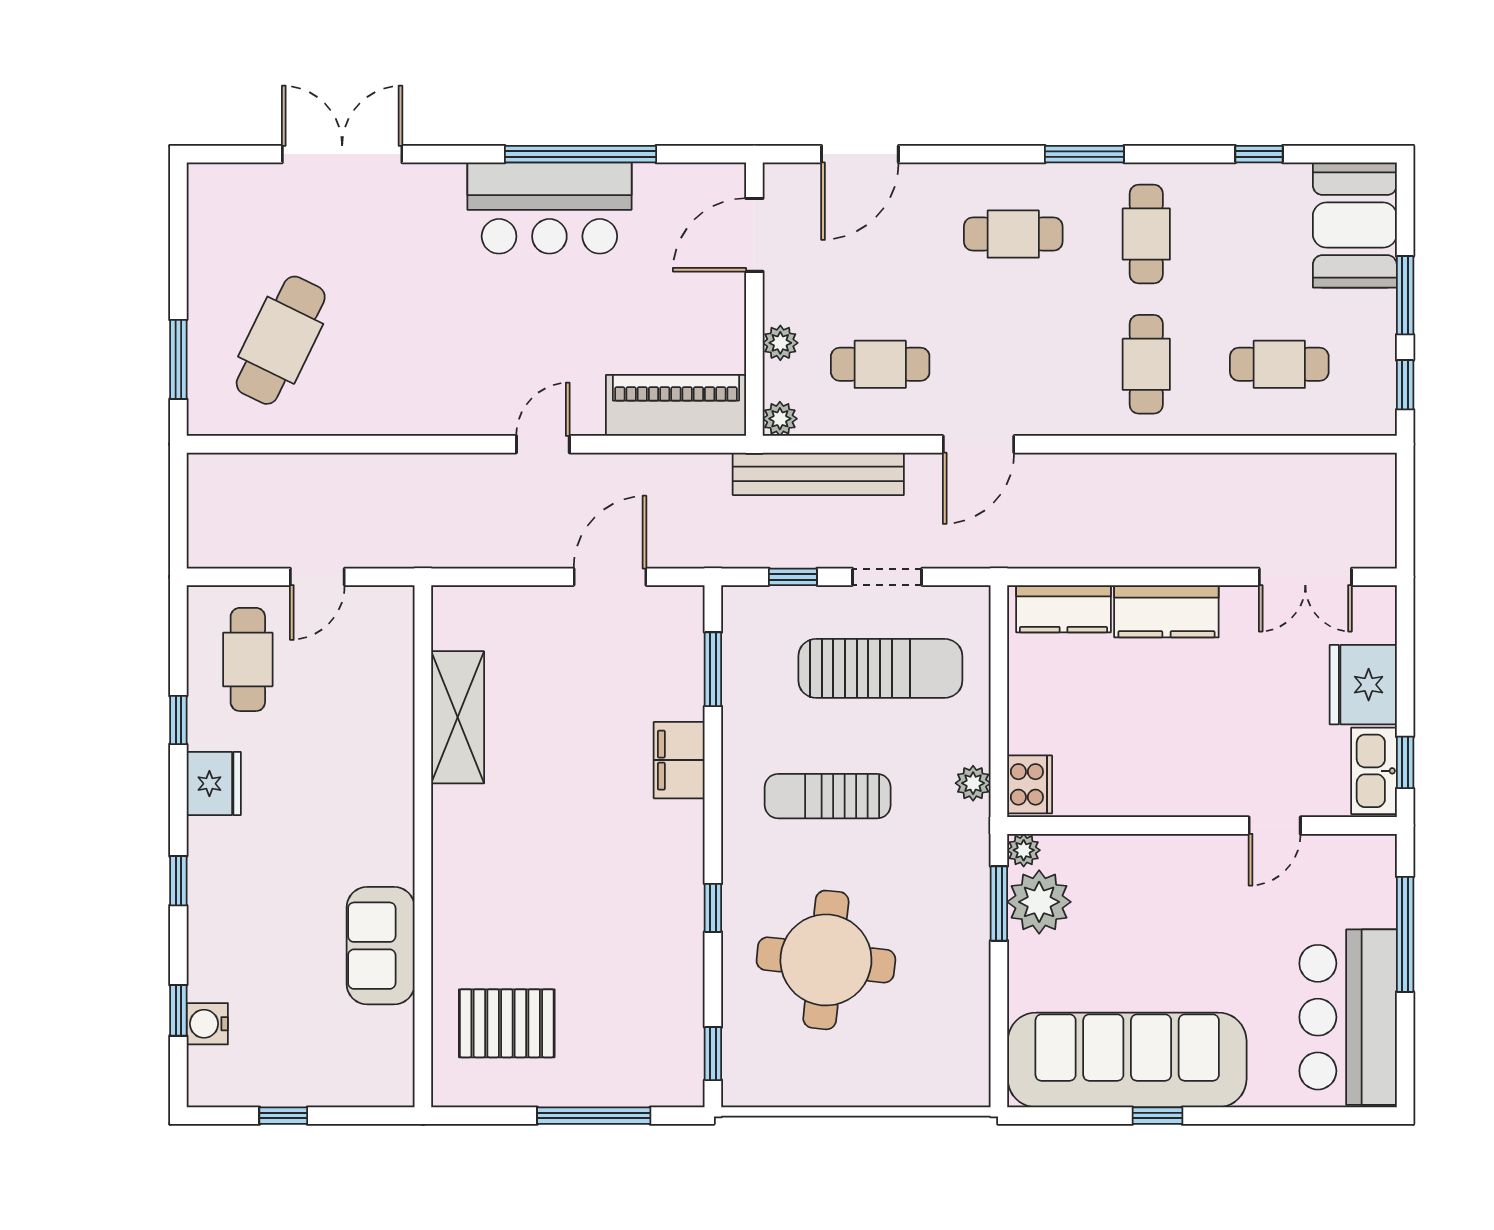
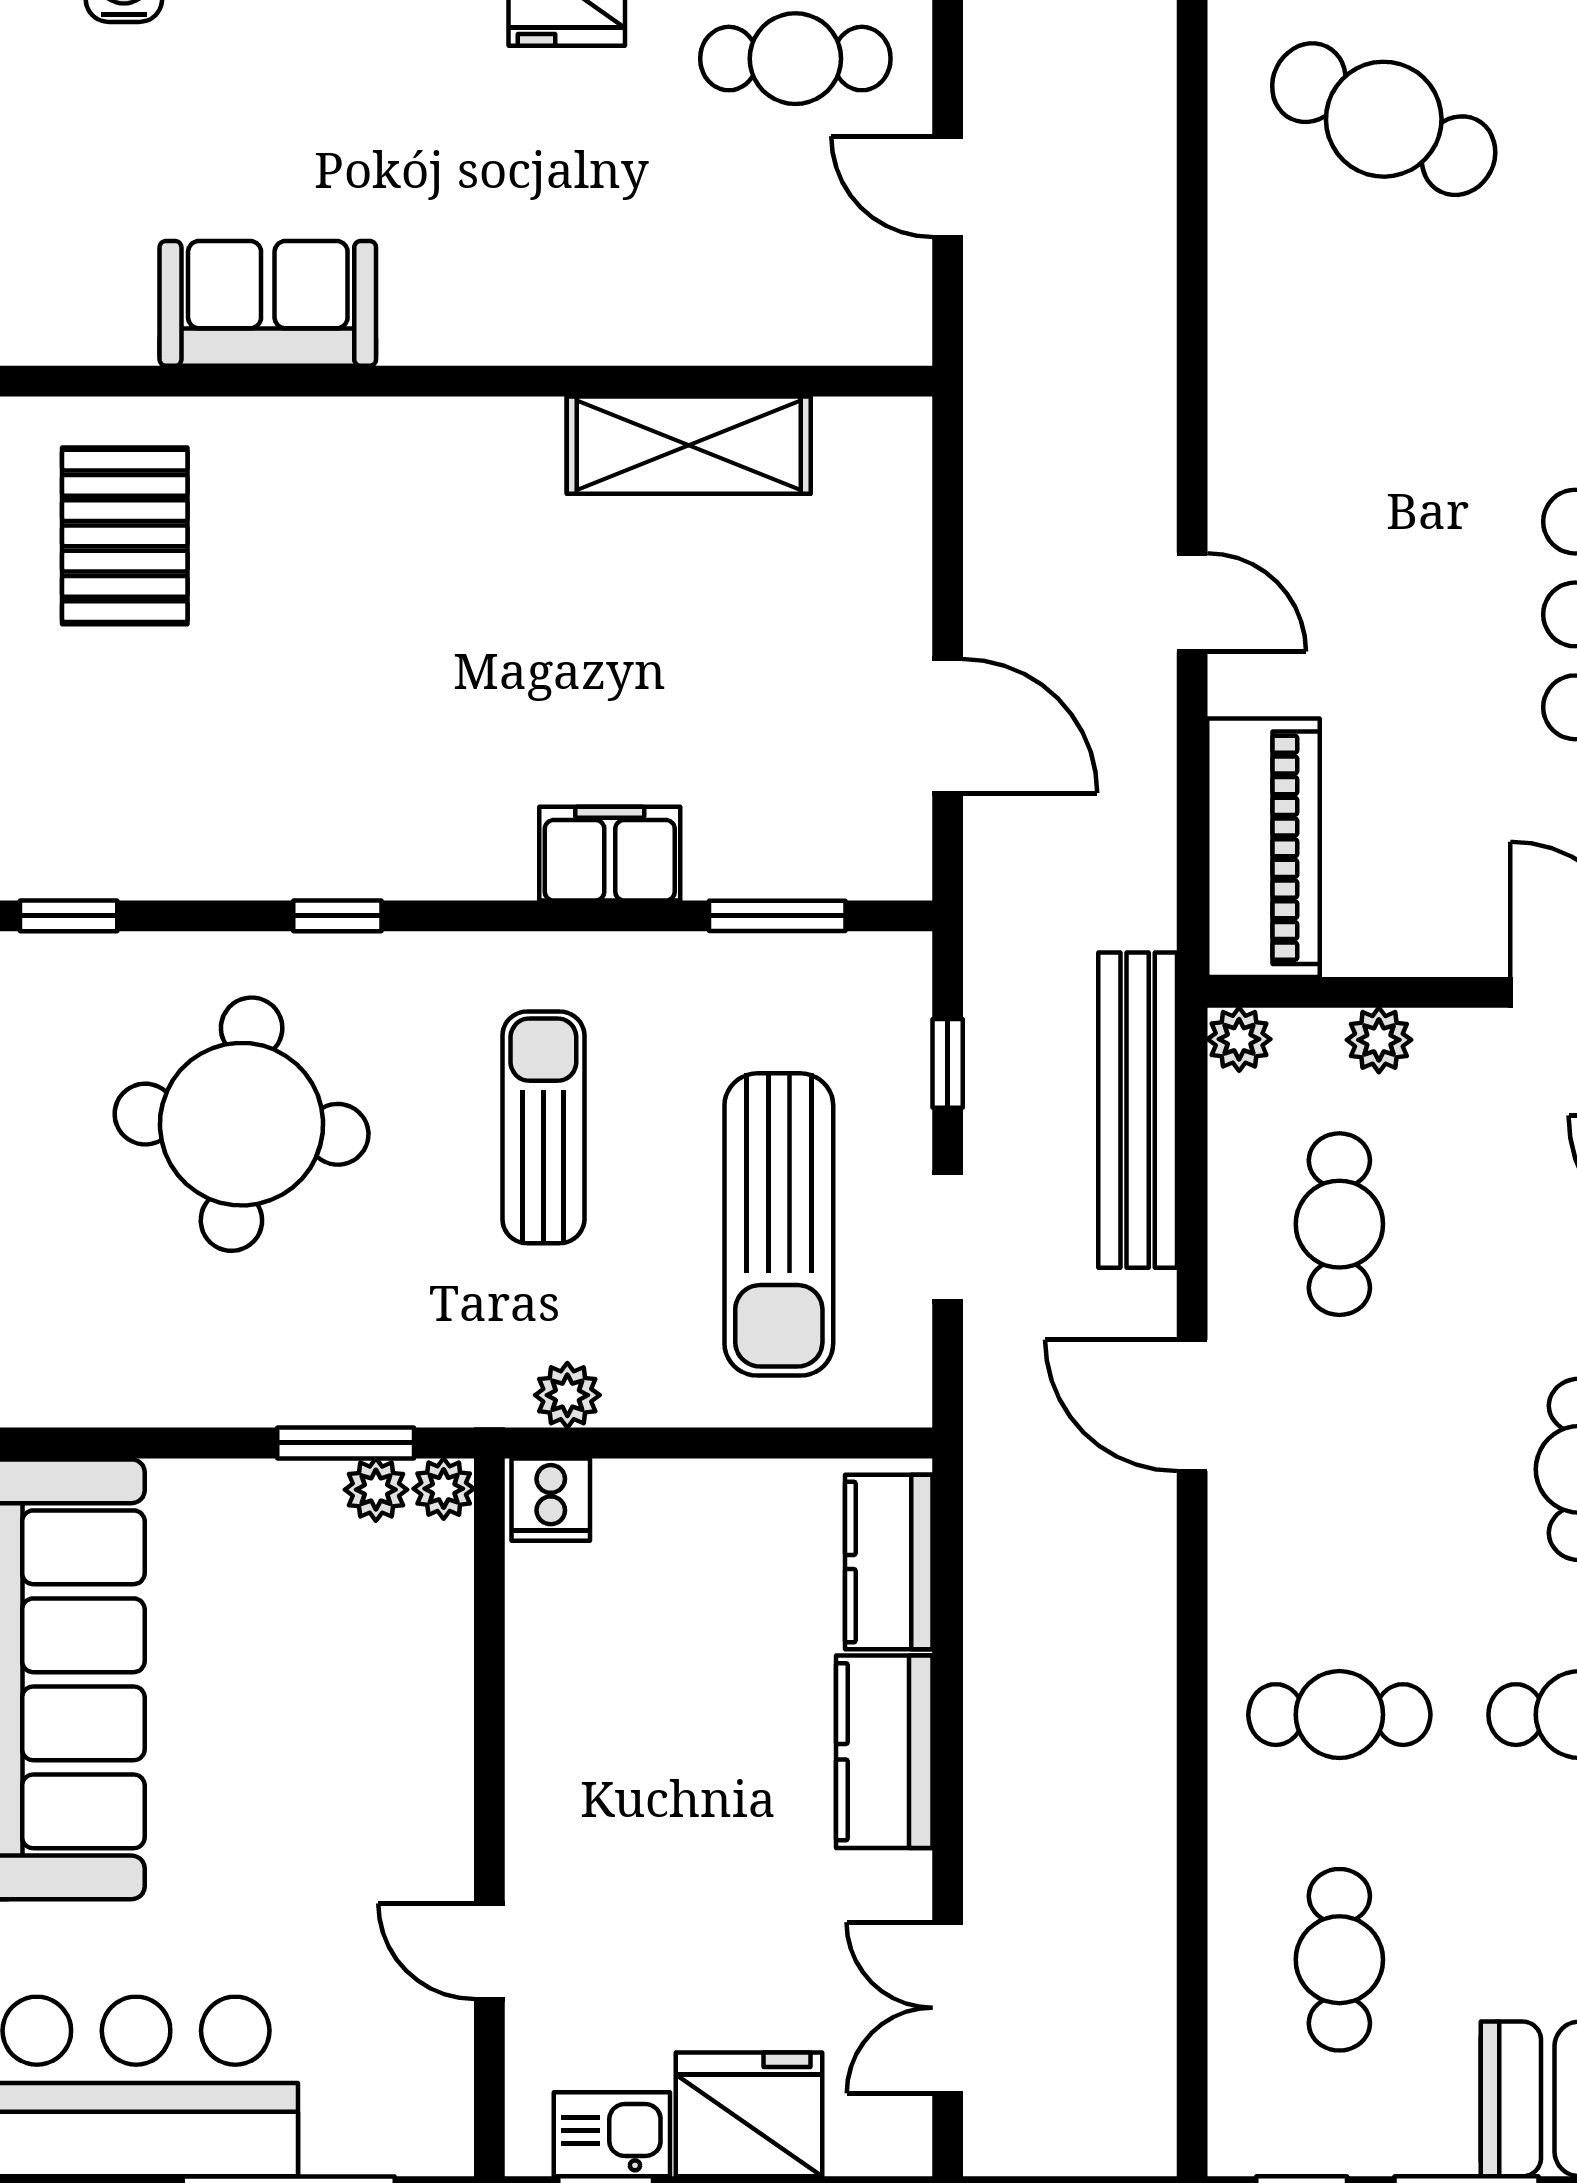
kitchen sink: (1374, 771) -> (612, 2134), width x0.73
cooker: (1030, 784) -> (551, 1500), width x0.73
plant: (1039, 902) -> (376, 1490), width x0.53, depth x0.53

